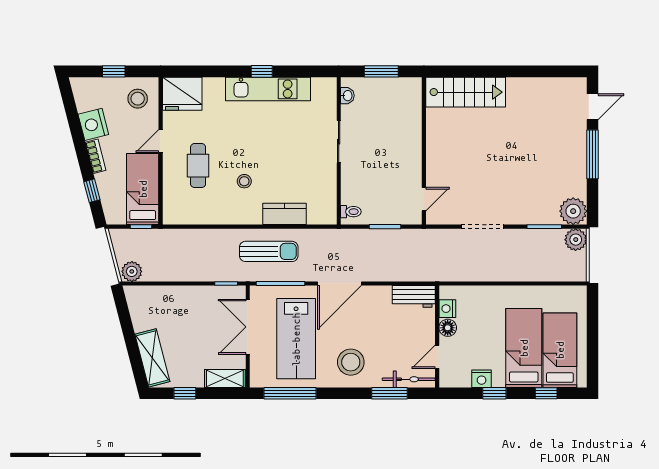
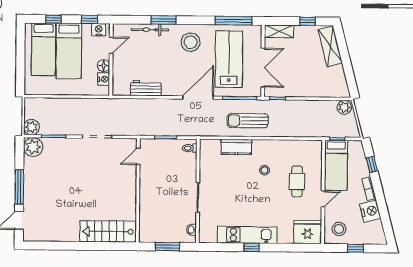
nightstand: (447, 309) -> (104, 79), moved
floor lamp: (448, 328) -> (104, 66), moved
wall: (437, 336) -> (111, 60), moved
door: (437, 357) -> (111, 45), moved

